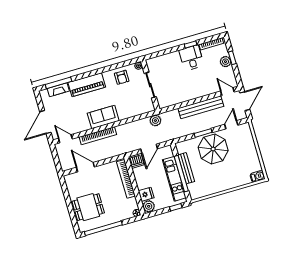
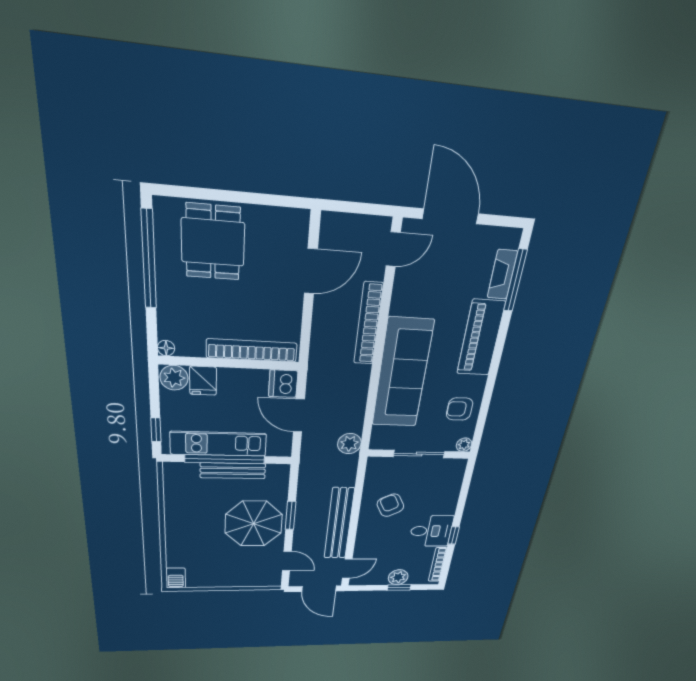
armchair: (182, 86) -> (390, 505), added
sofa: (103, 117) -> (402, 374), width x1.85, depth x1.27

